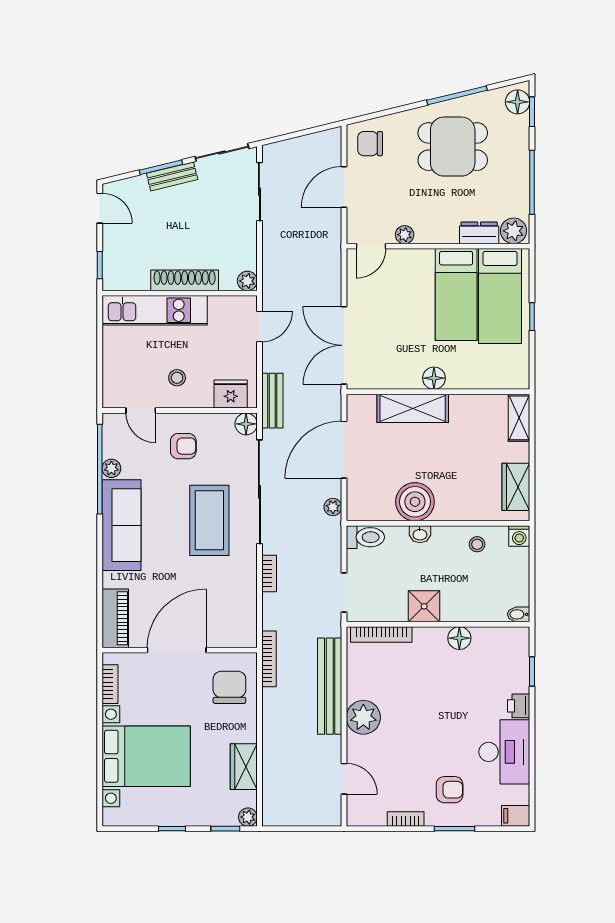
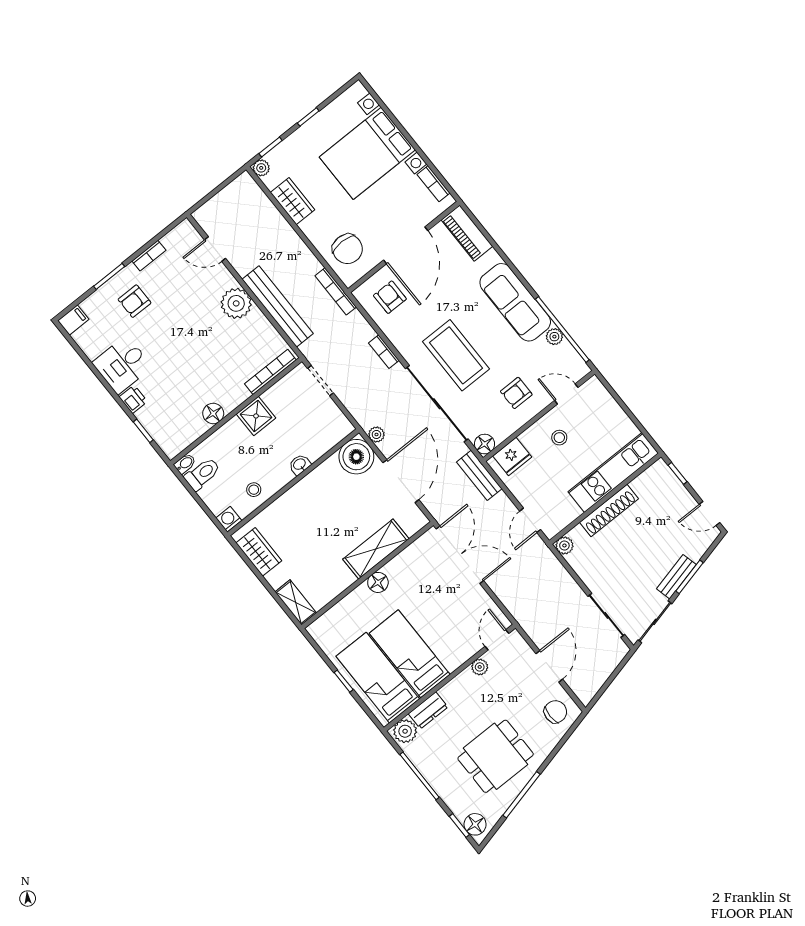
boiler: (415, 502) -> (356, 457), moved
toilet: (365, 537) -> (202, 474), moved, turned 180
armchair: (226, 616) -> (390, 297), added
desk: (504, 752) -> (122, 365), width x0.73

